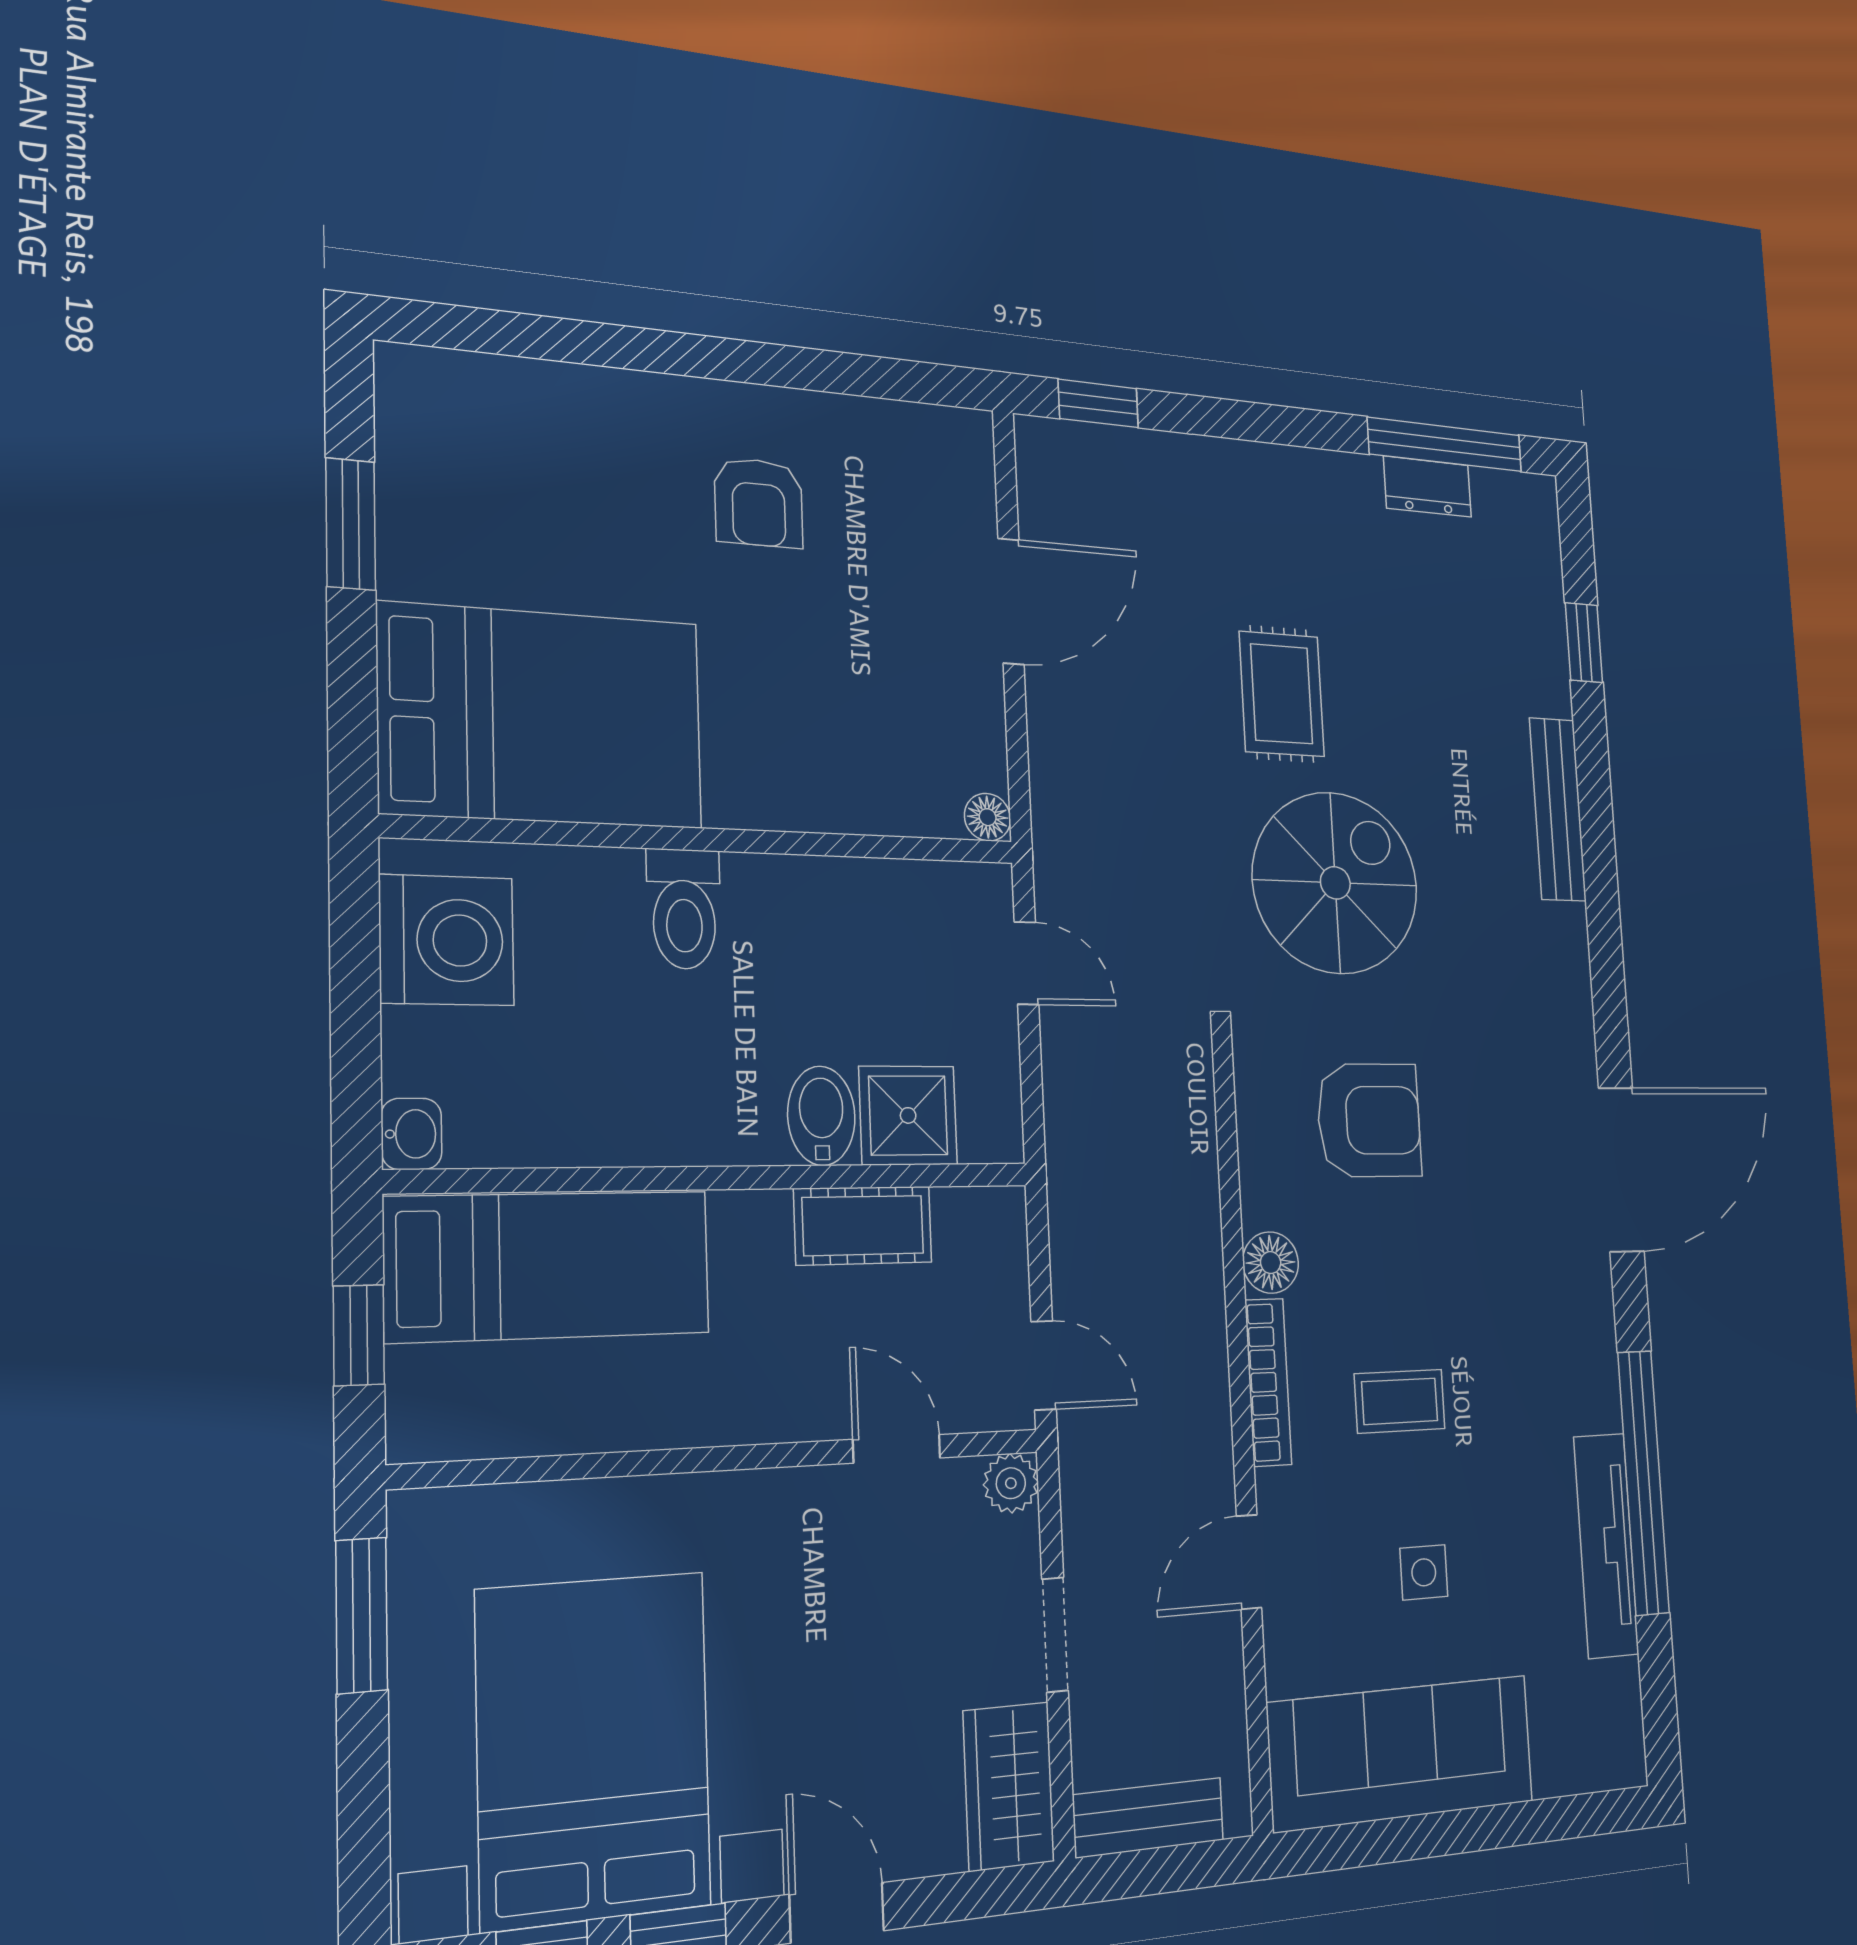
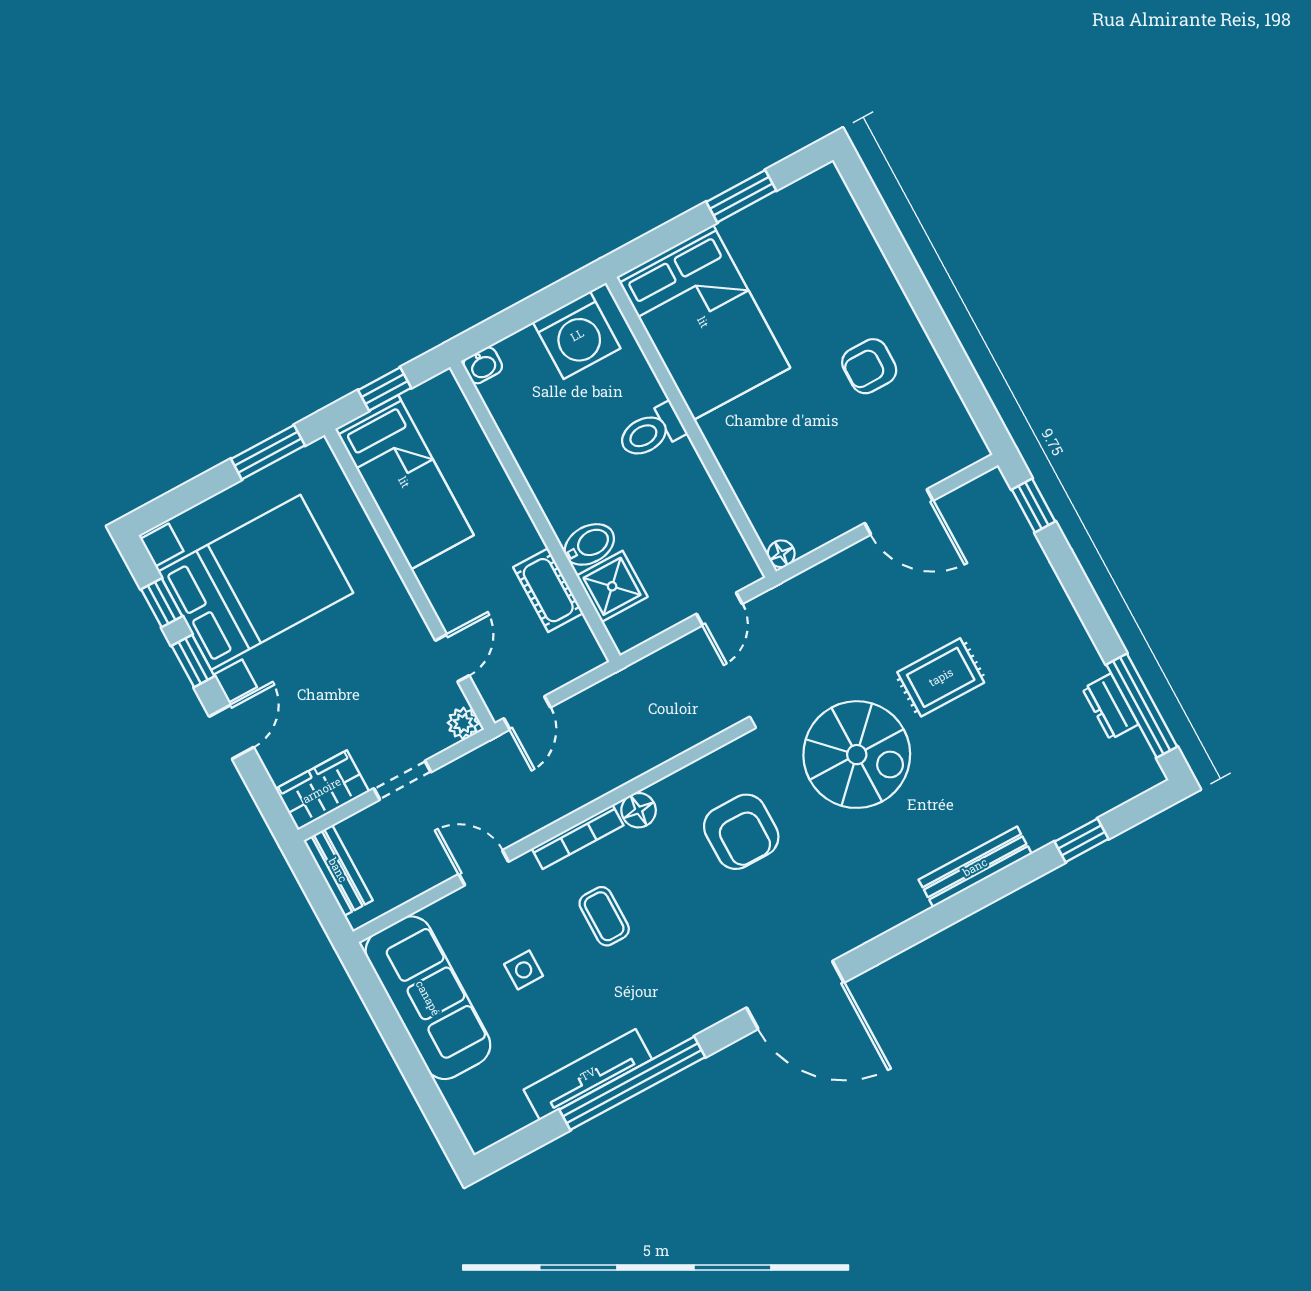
bed: (549, 1266) -> (404, 482), moved

